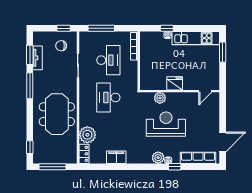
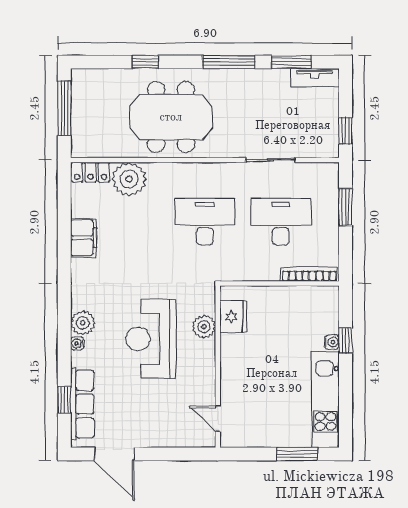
window: (101, 28) -> (345, 207), width x0.69
chair: (61, 46) -> (310, 126), removed
tv unit: (37, 58) -> (315, 78), moved
desk: (108, 60) -> (281, 222), turned 180
fridge: (175, 83) -> (233, 317), moved
reception desk: (166, 124) -> (151, 339), turned 180
window: (30, 147) -> (145, 62), moved
window: (175, 167) -> (64, 400), moved

